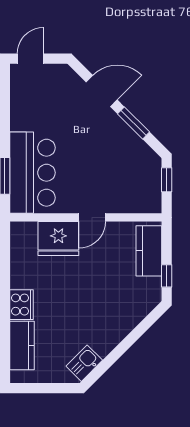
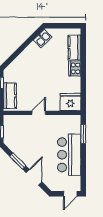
door: (102, 91) -> (34, 177), swing flipped
bar counter: (32, 173) -> (69, 155), moved
fridge: (58, 239) -> (70, 102), moved

